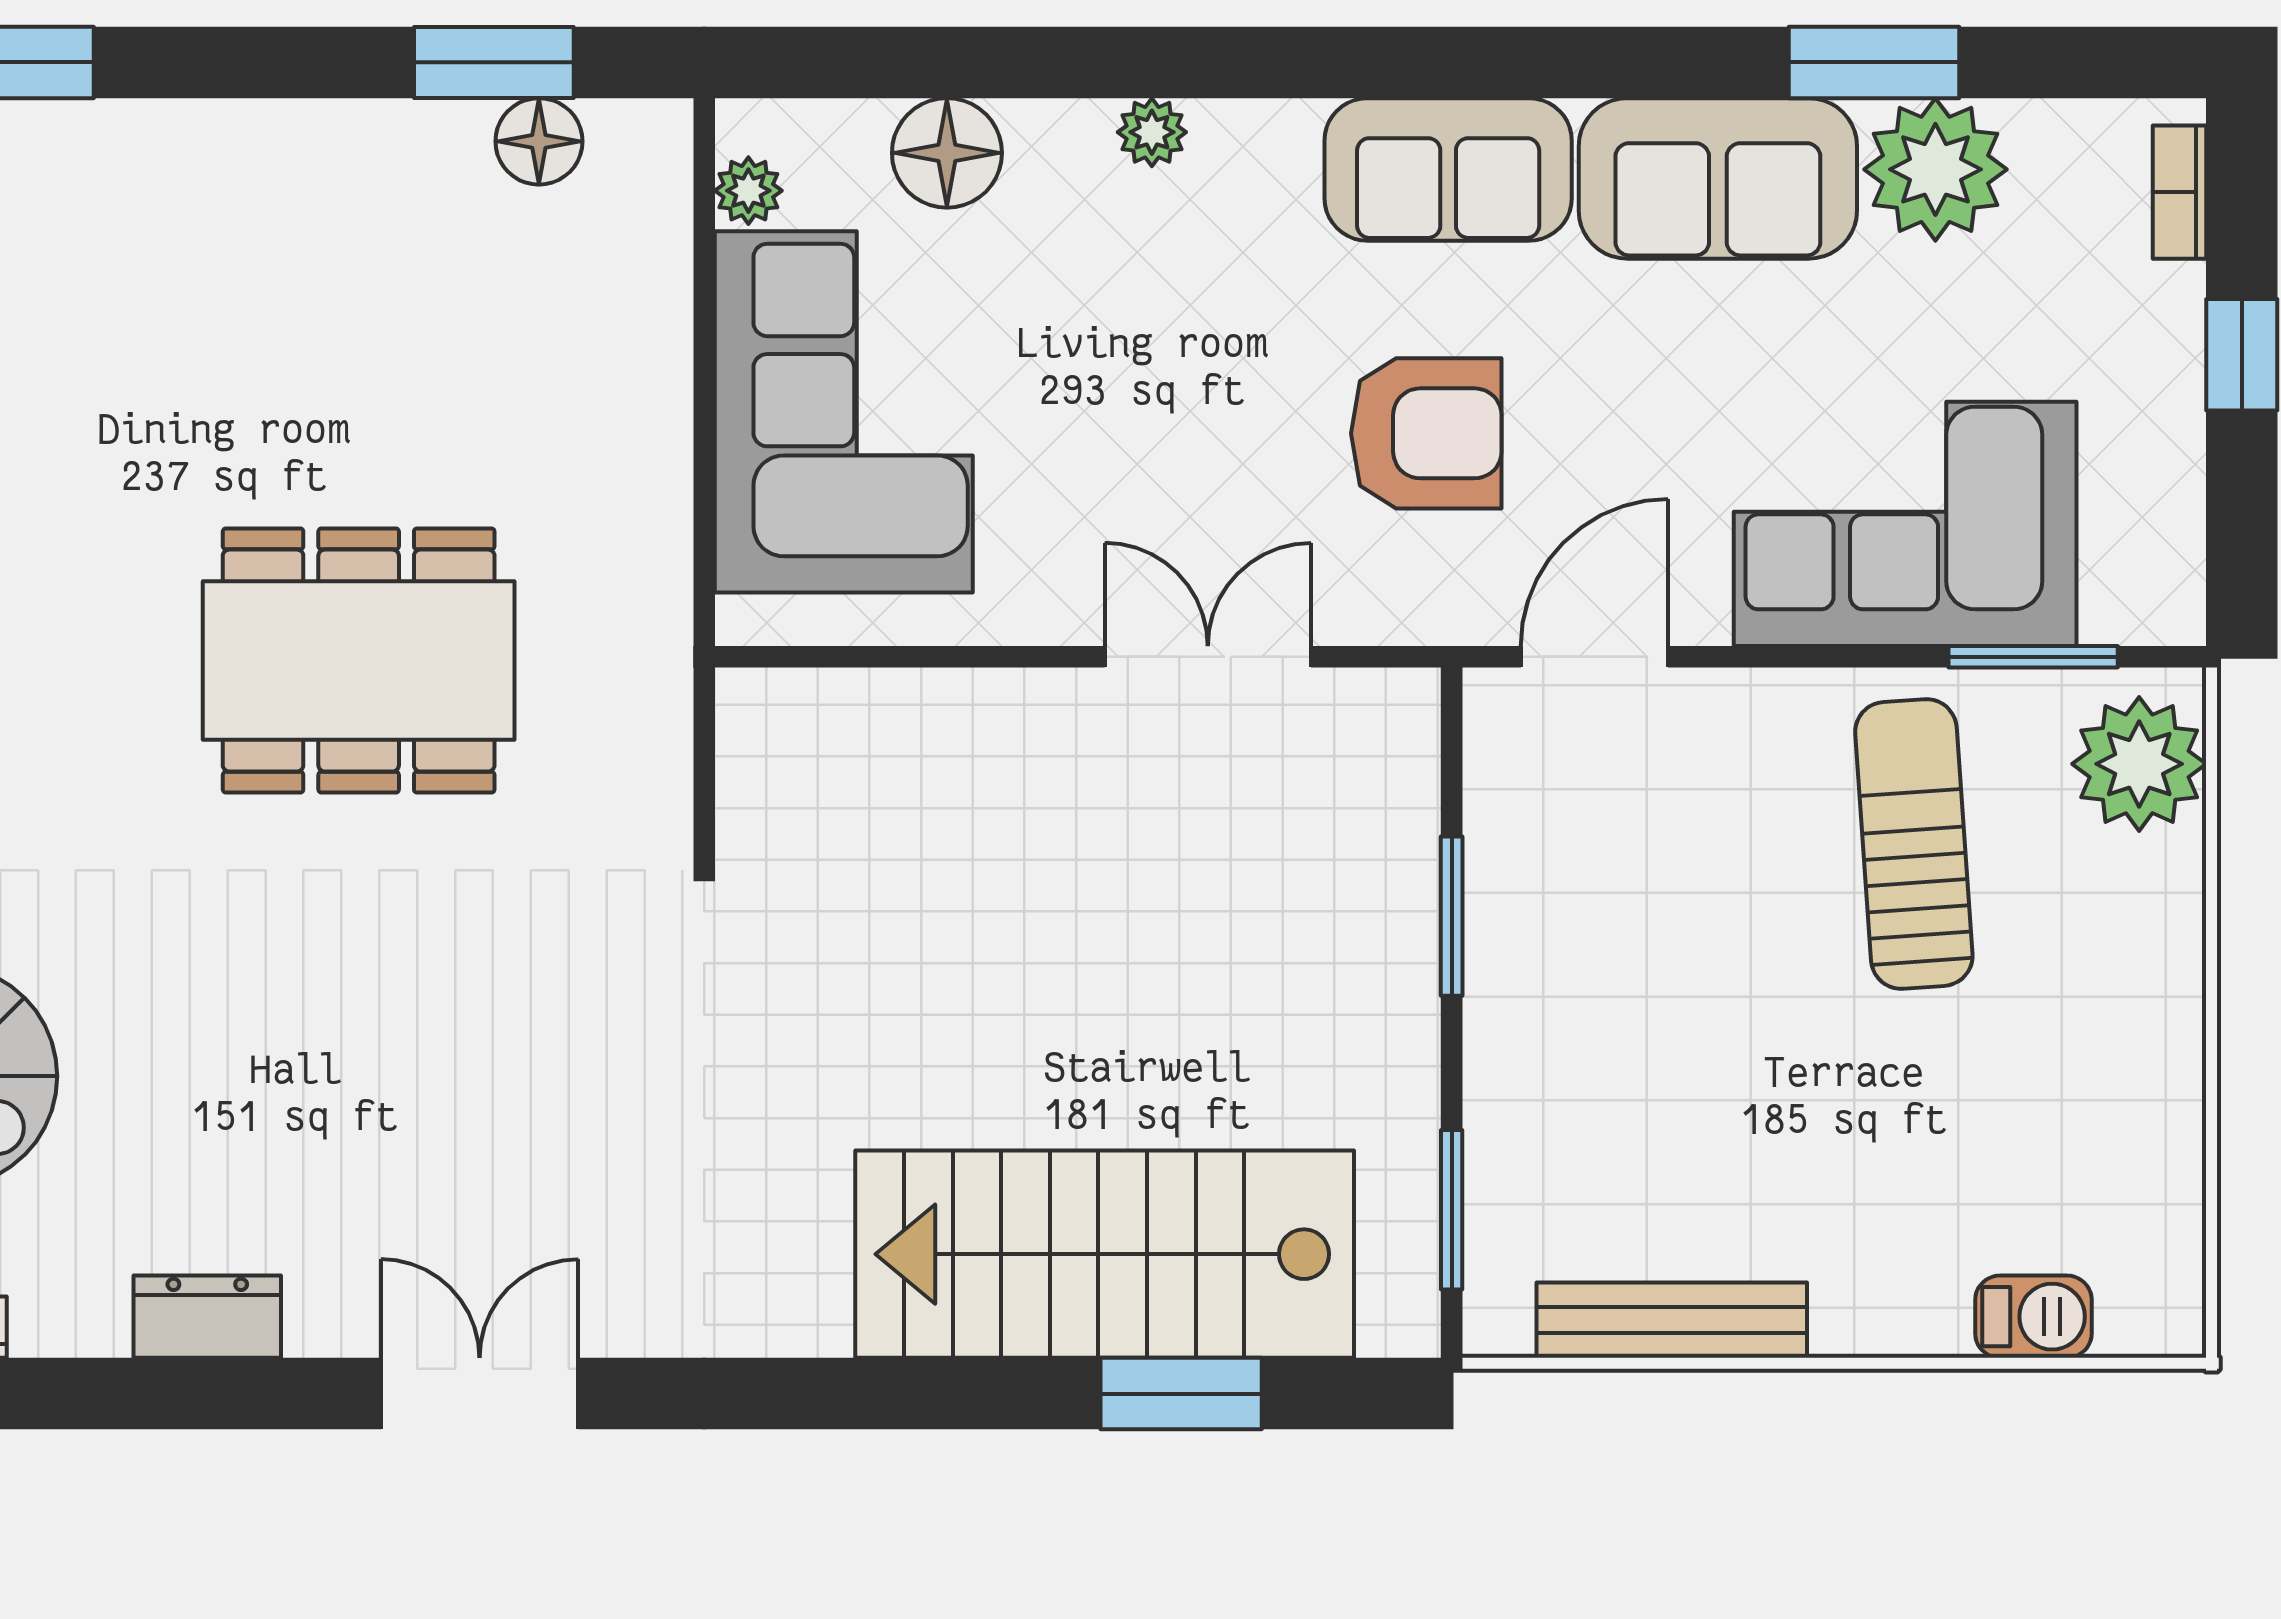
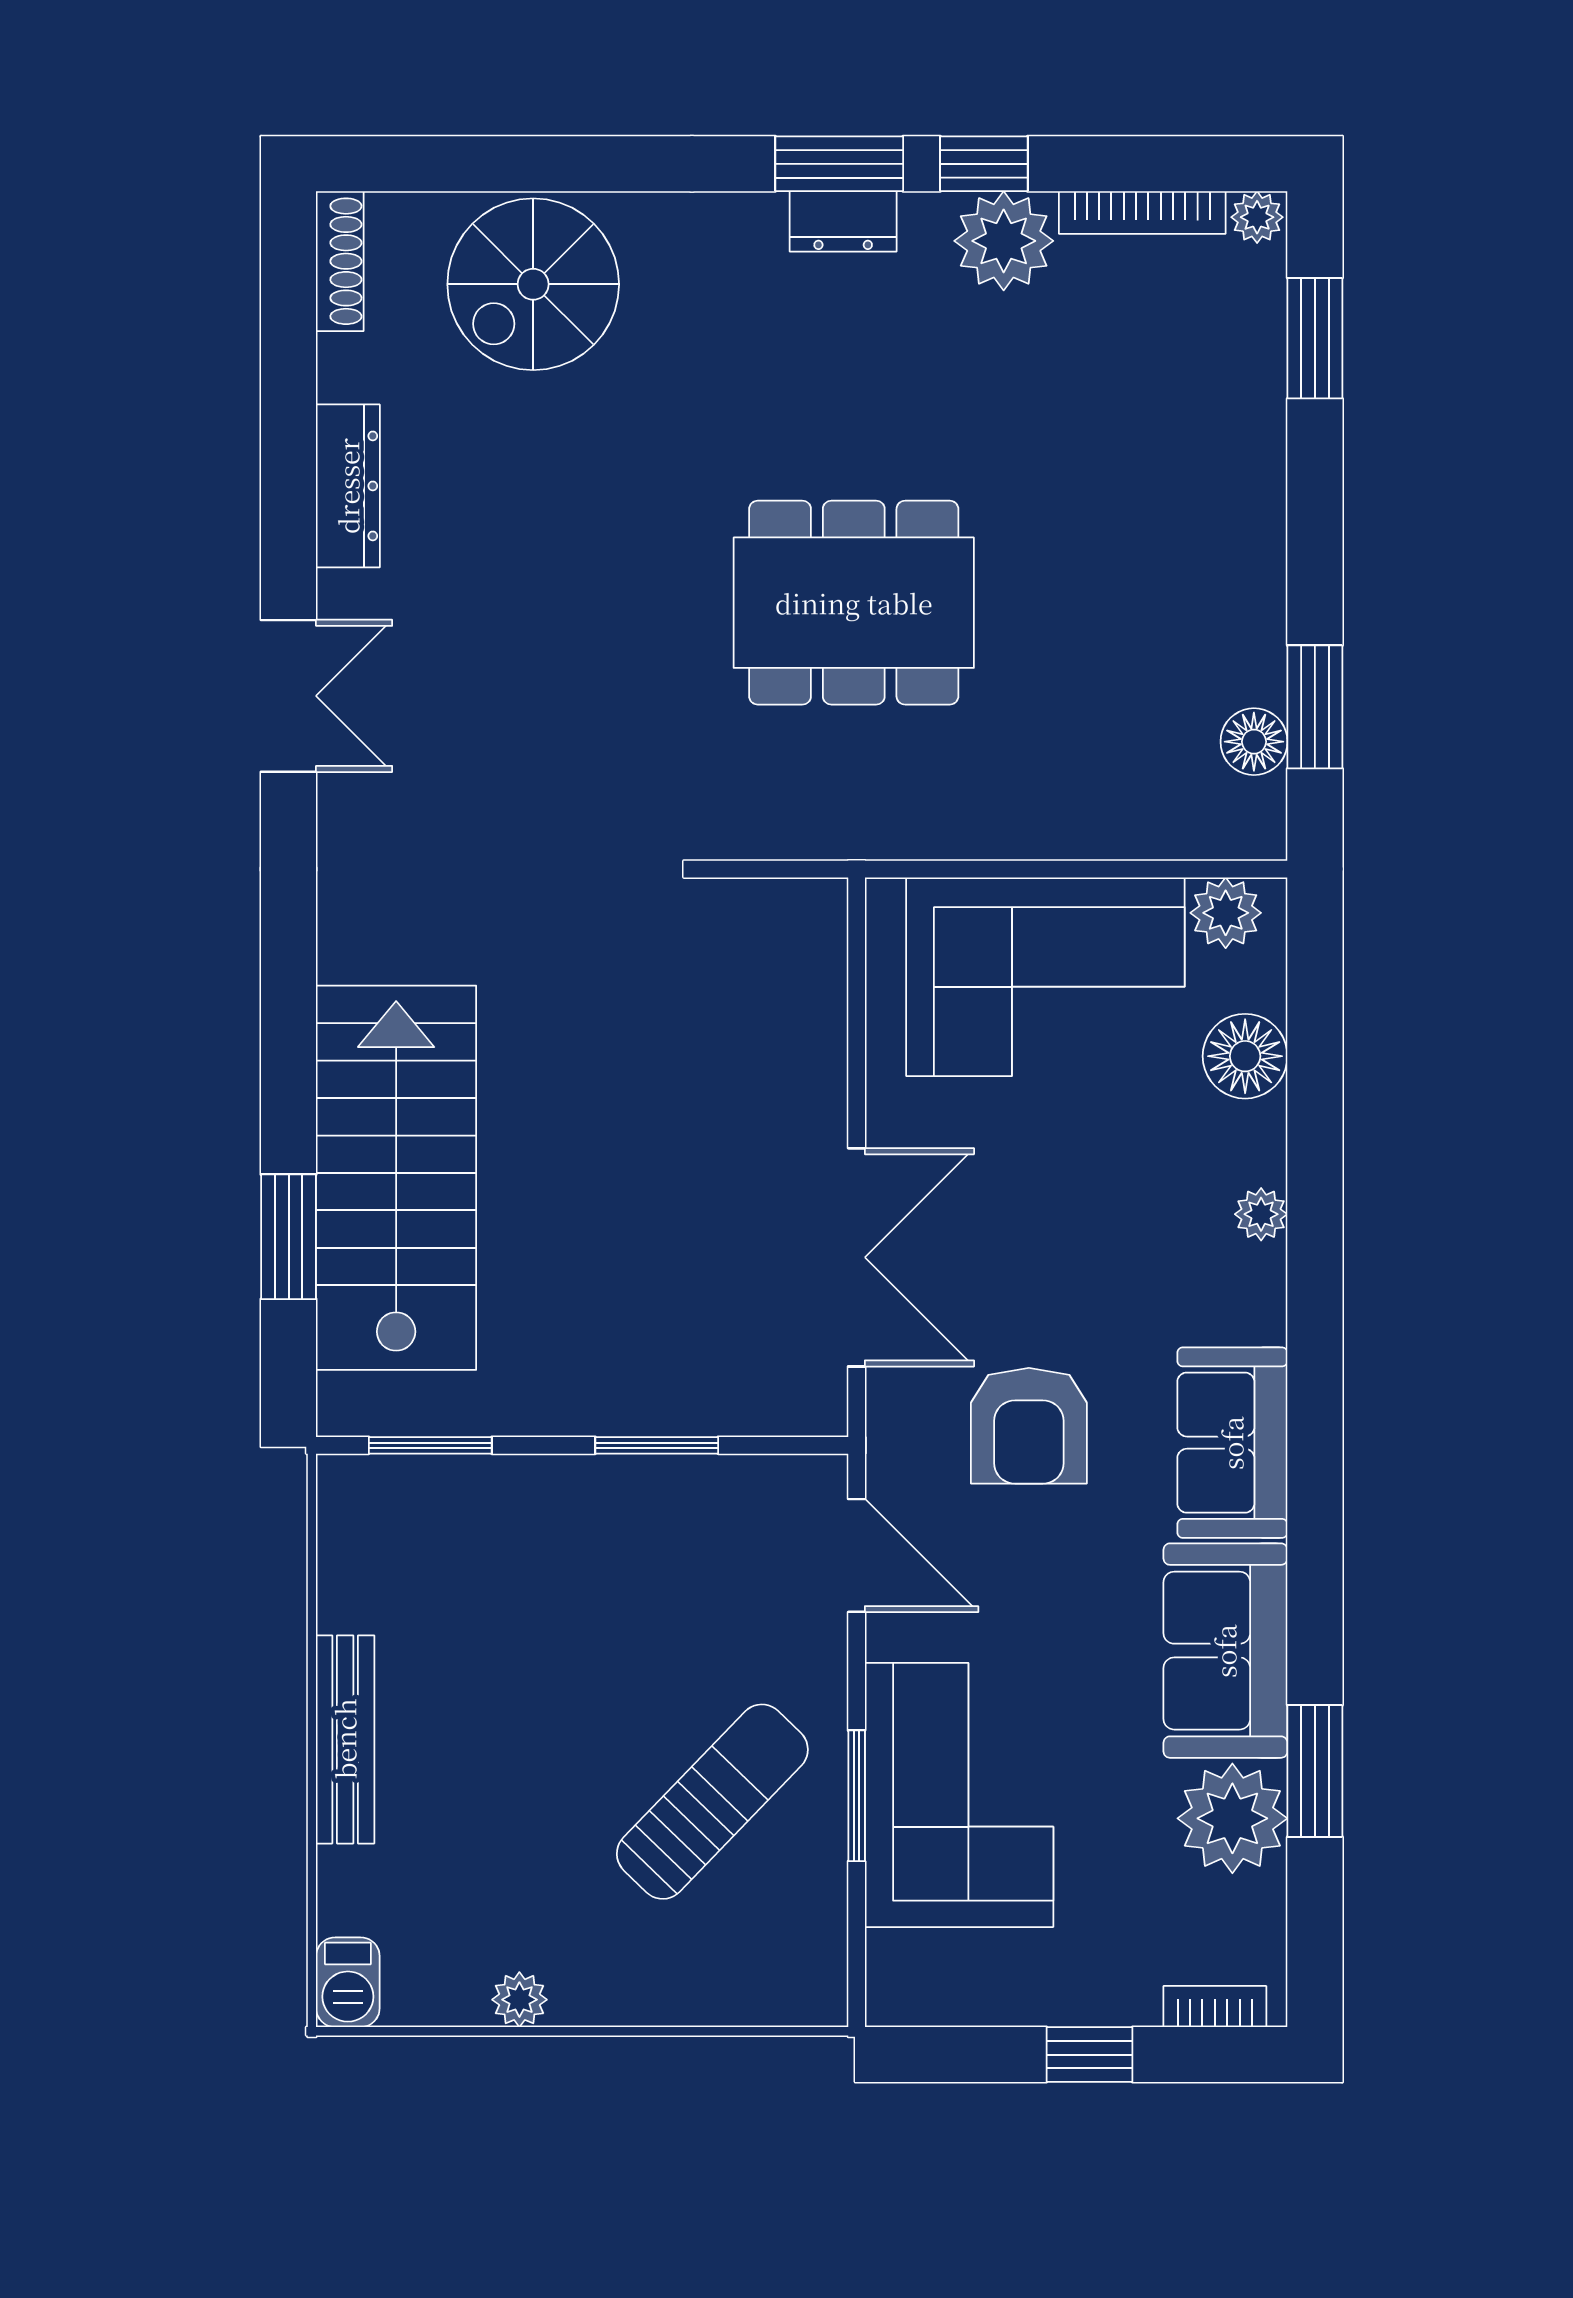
plant: (748, 191) -> (1226, 913), width x1.38, depth x1.38
double door: (1208, 657) -> (857, 1257), width x1.37
window: (2033, 657) -> (857, 1796), moved
dining table: (359, 661) -> (854, 603), turned 90
plant: (2139, 764) -> (519, 2000), moved, width x0.53, depth x0.53
sun lounger: (1914, 844) -> (712, 1802), turned -42
dresser: (207, 1317) -> (348, 486), width x1.44
barbecue: (2033, 1317) -> (348, 1982), moved
bench: (1672, 1320) -> (345, 1739), moved

